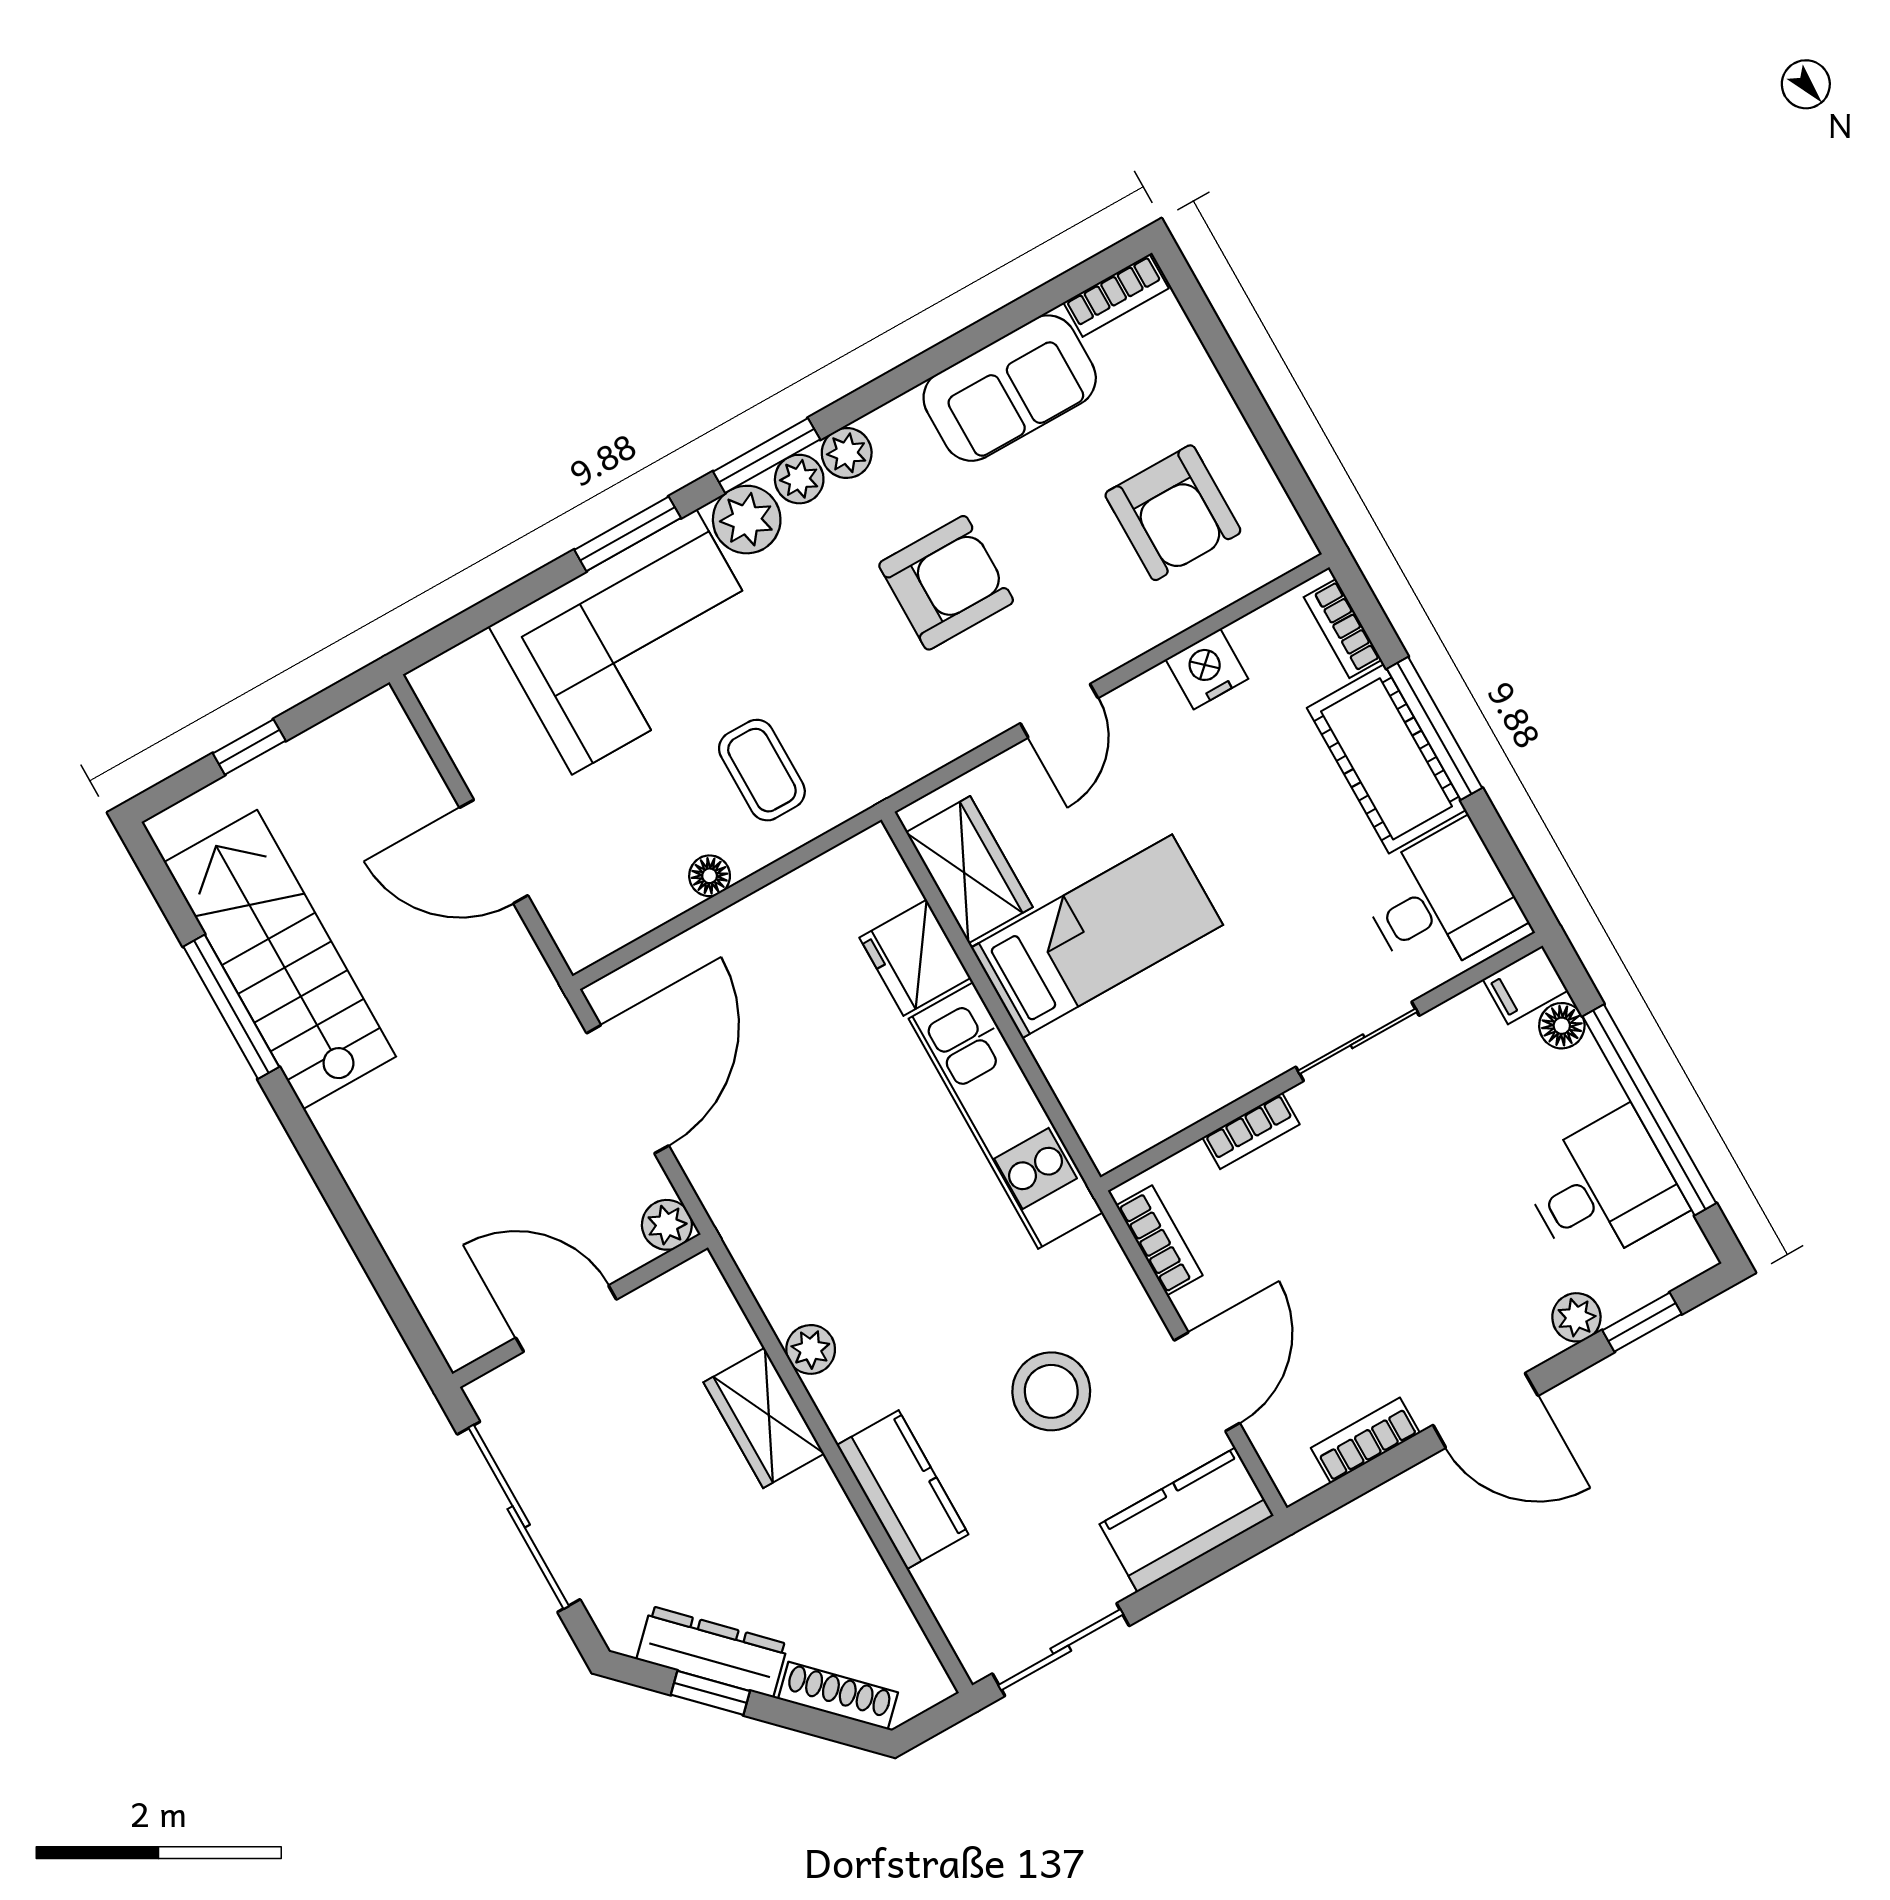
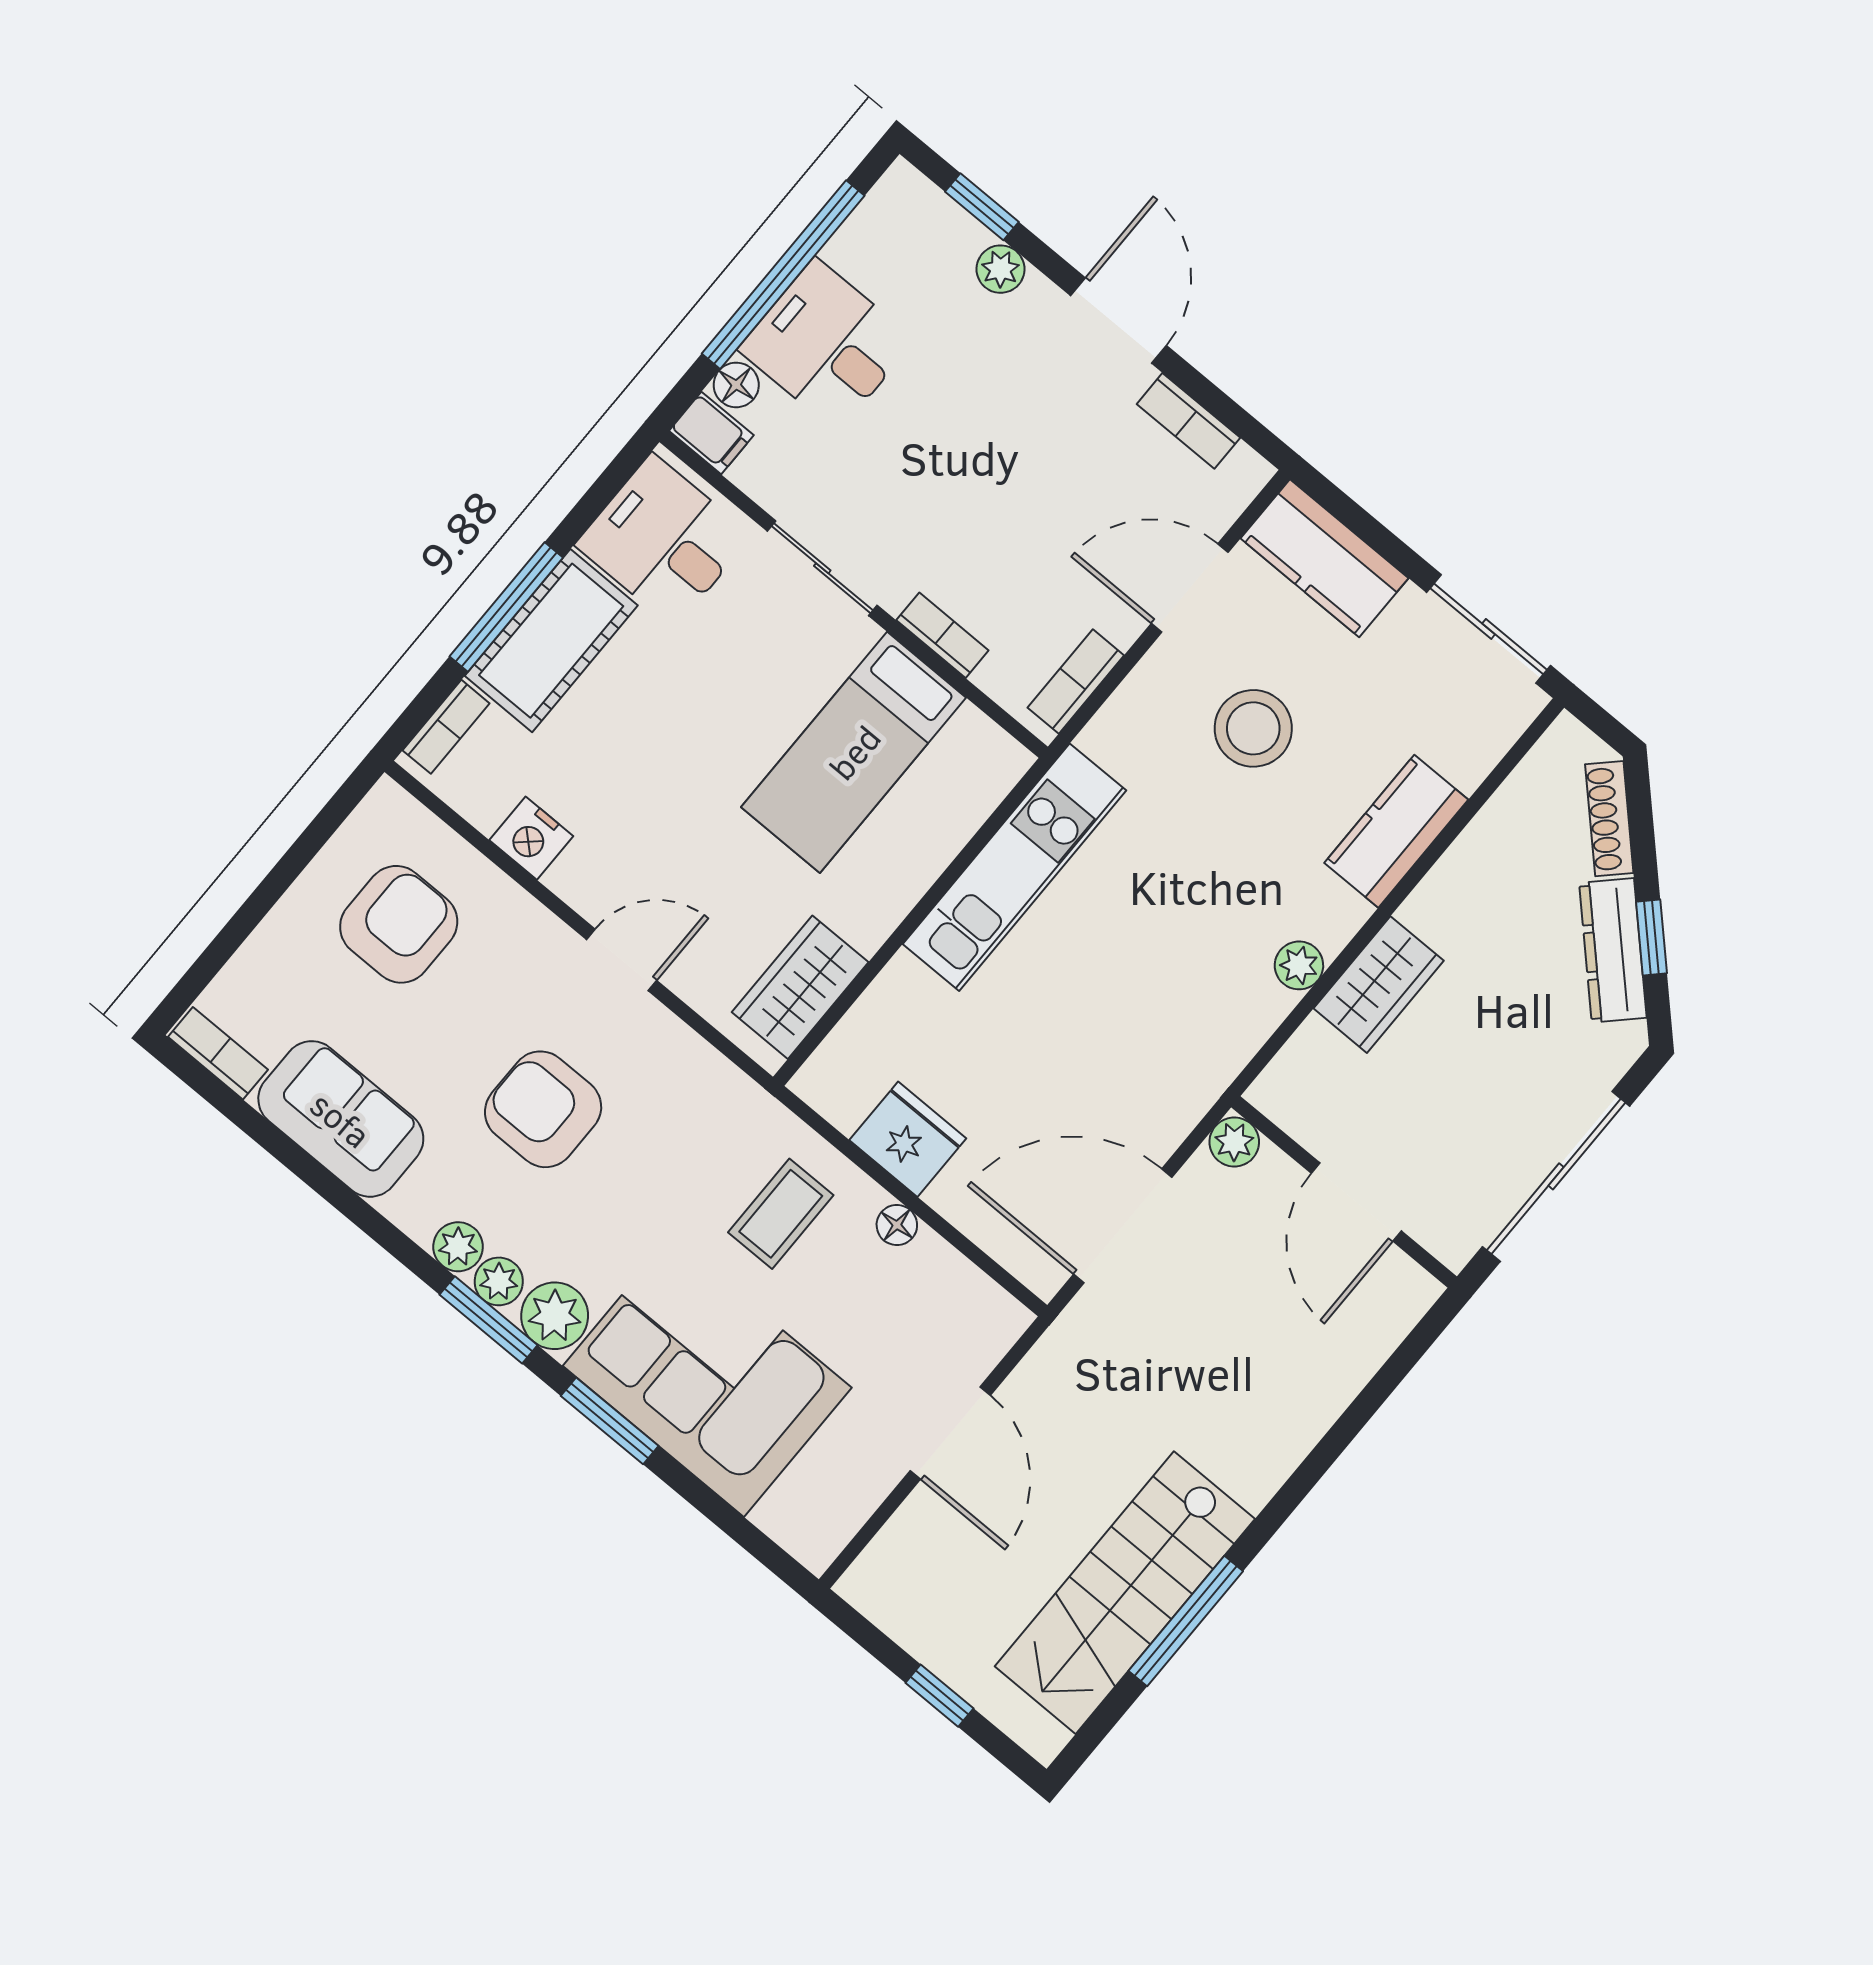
bed: (1097, 936) -> (854, 752), moved, turned -90
fridge: (915, 958) -> (908, 1139), moved, turned -90
desk: (1603, 1189) -> (826, 345), moved

